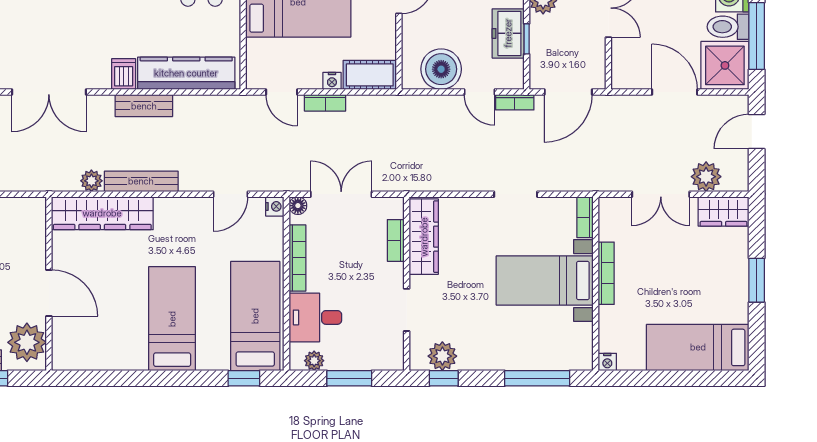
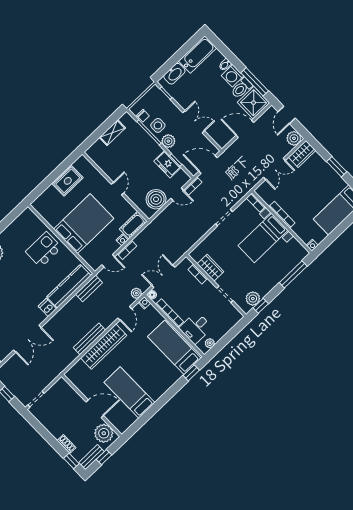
door: (568, 92) -> (208, 164), swing flipped
bench: (144, 106) -> (89, 288), moved
plant: (706, 177) -> (294, 138), moved
plant: (91, 181) -> (136, 293), moved
wardrobe: (102, 213) -> (104, 347), moved
wardrobe: (424, 237) -> (210, 268), width x0.67
bed: (172, 319) -> (130, 392), moved
window: (349, 378) -> (228, 338), removed

